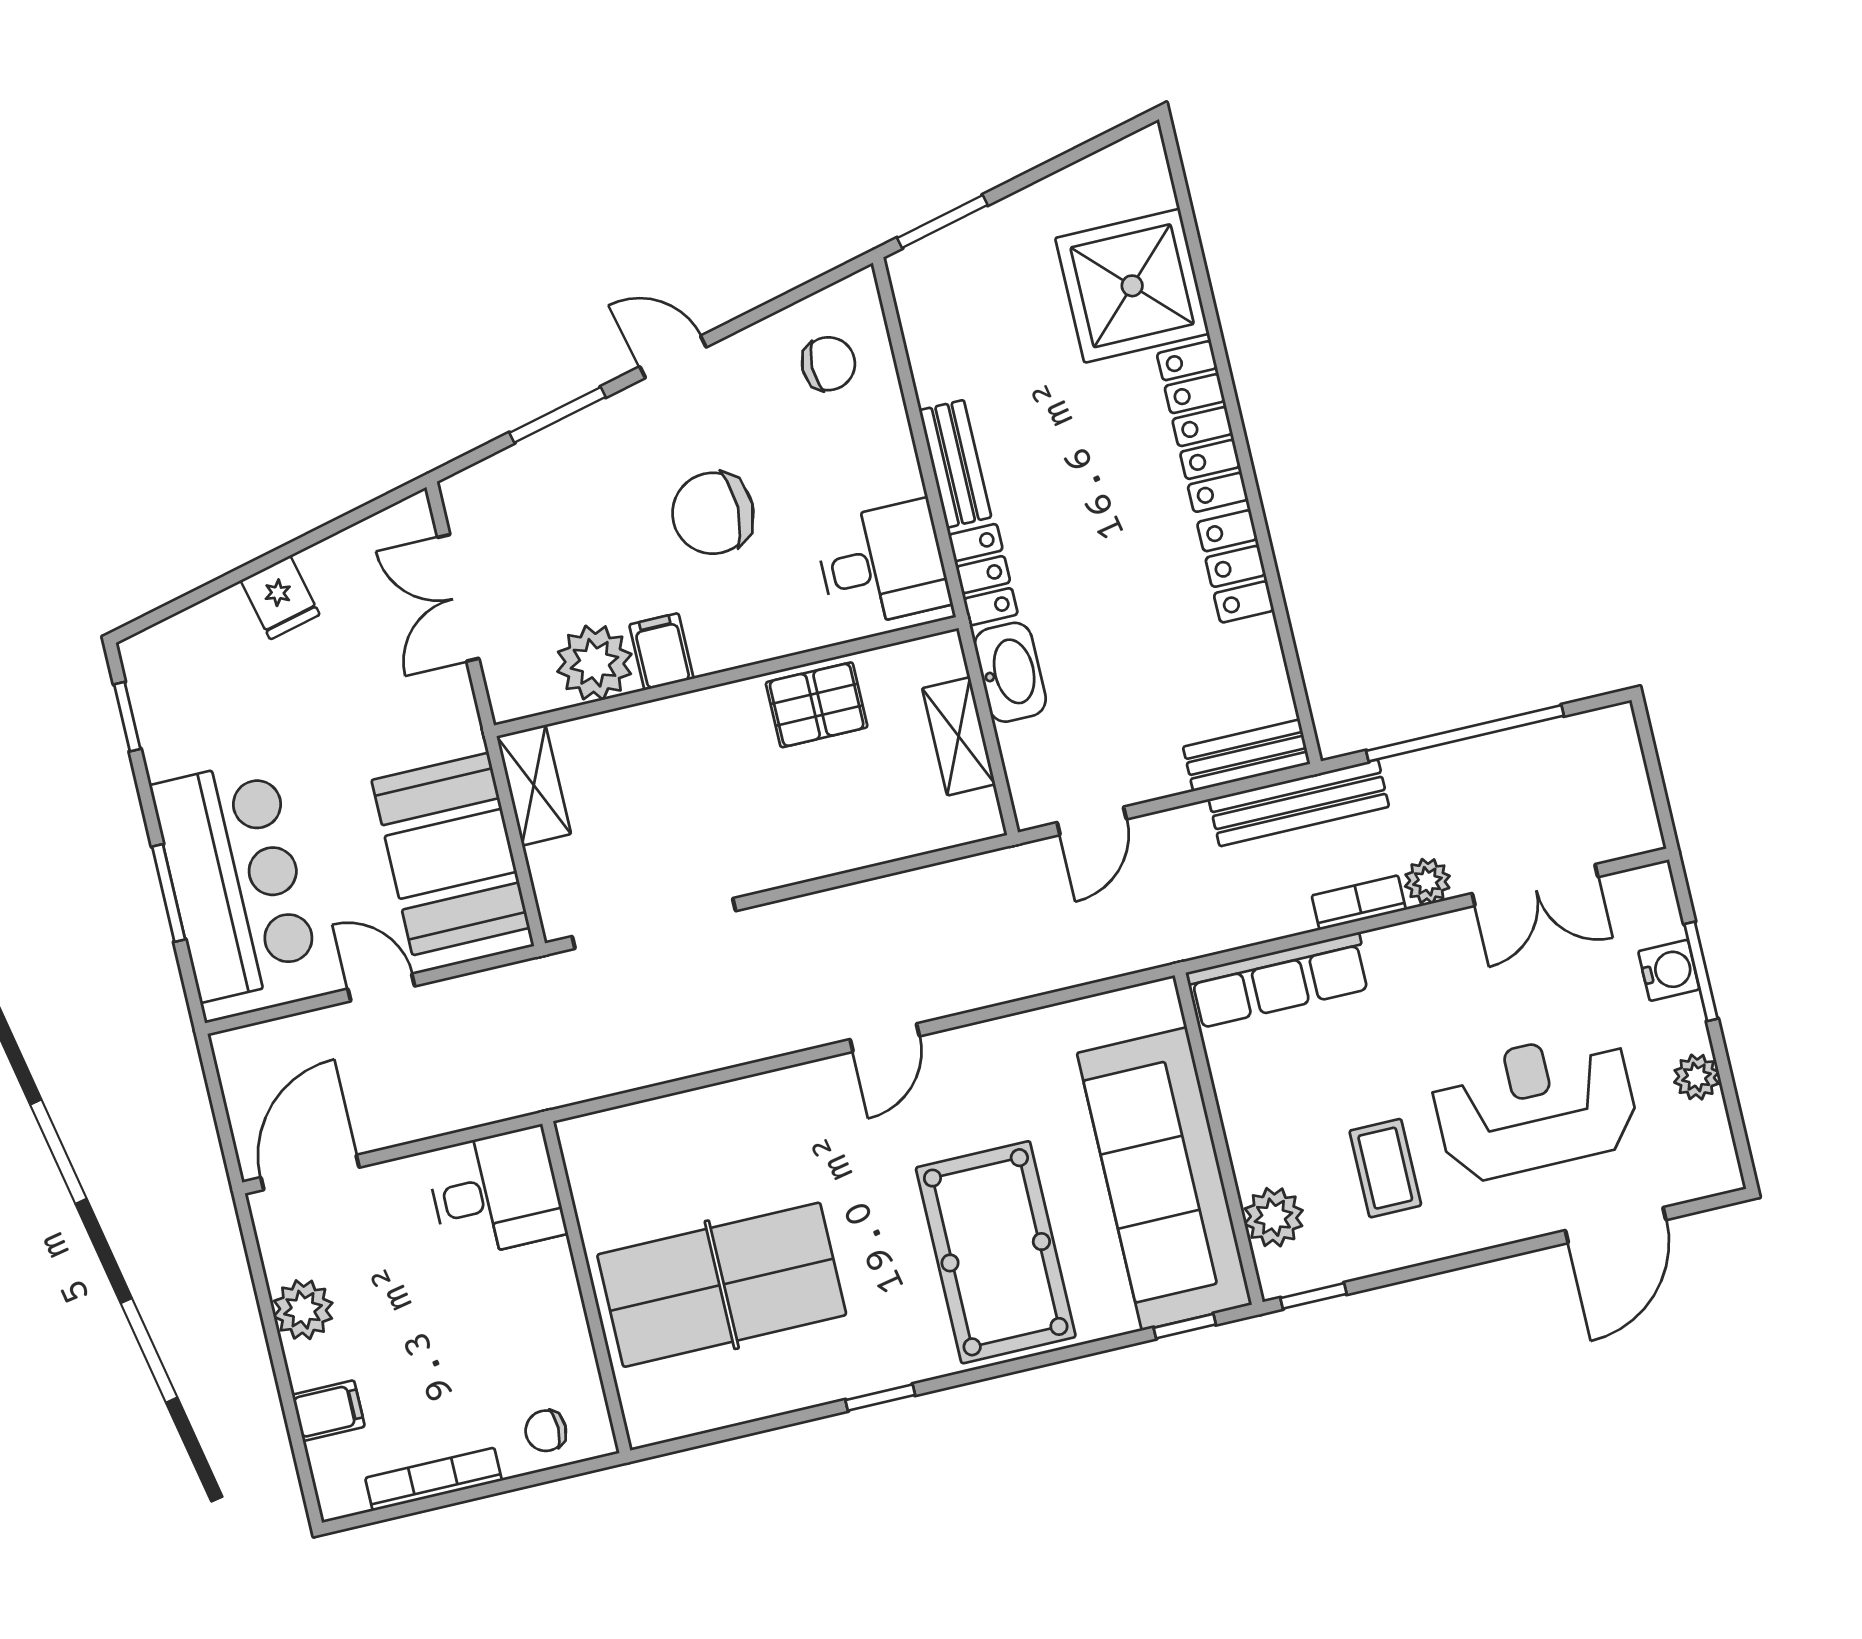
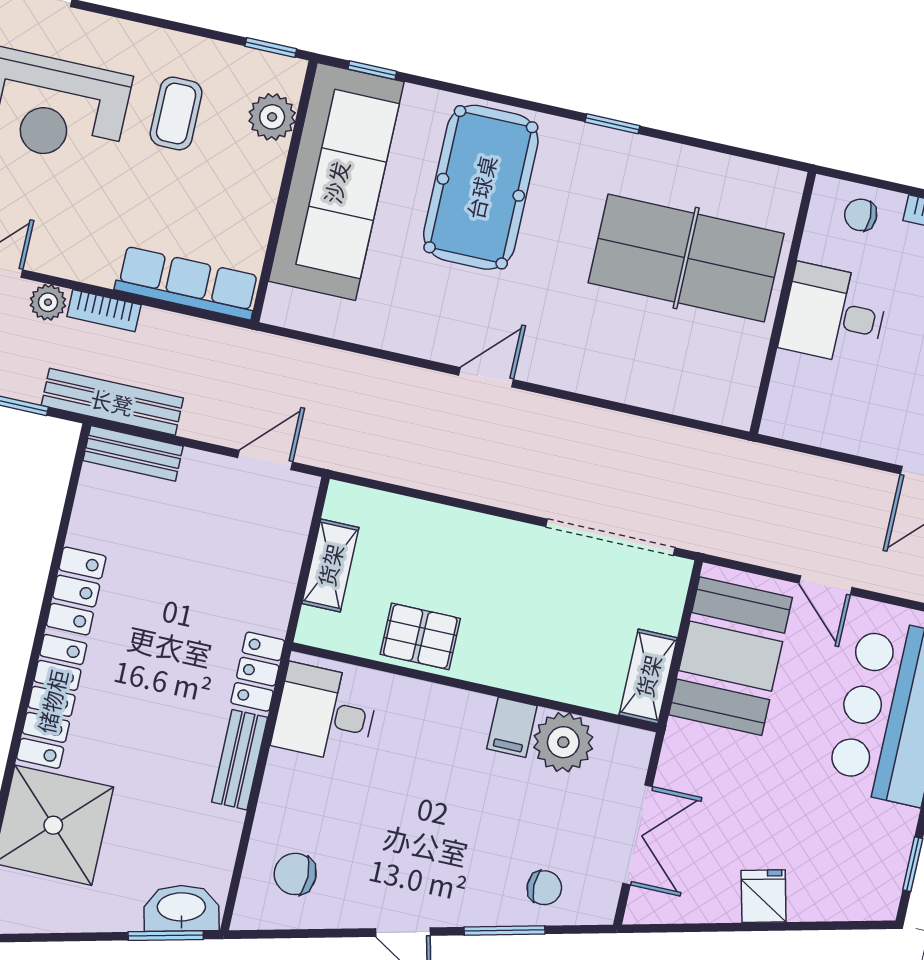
chair: (713, 513) -> (544, 888), moved, width x0.54, depth x0.54
washbasin: (1010, 672) -> (181, 908), moved, turned 77
desk: (496, 1193) -> (834, 314), moved
chair: (546, 1431) -> (861, 215), turned 180

